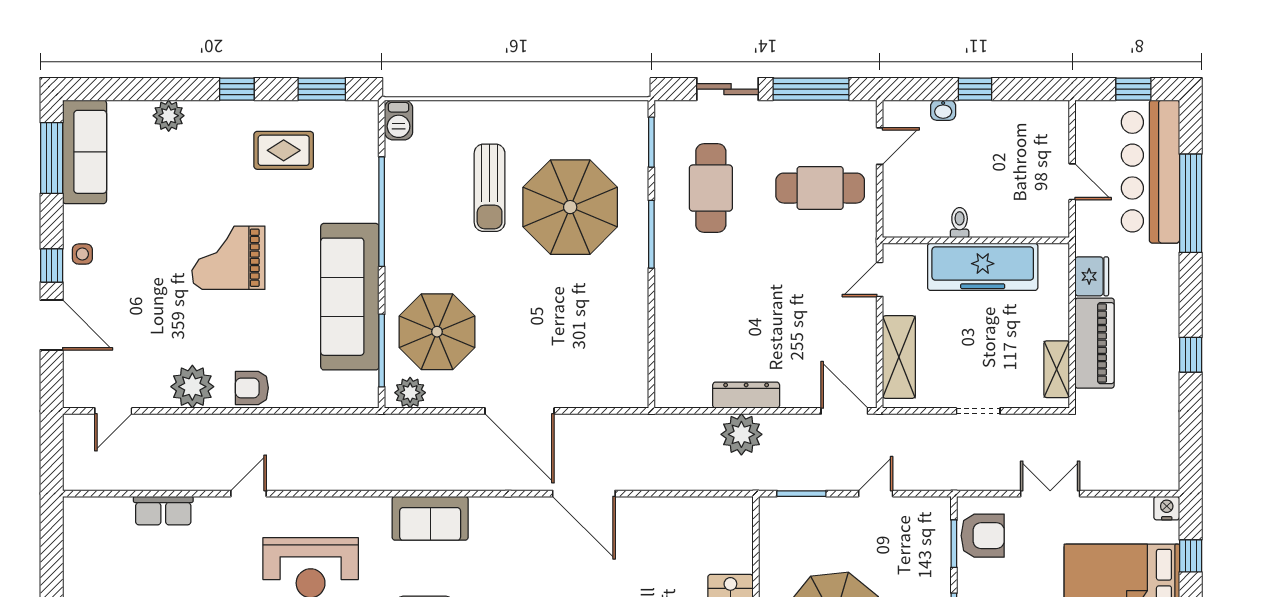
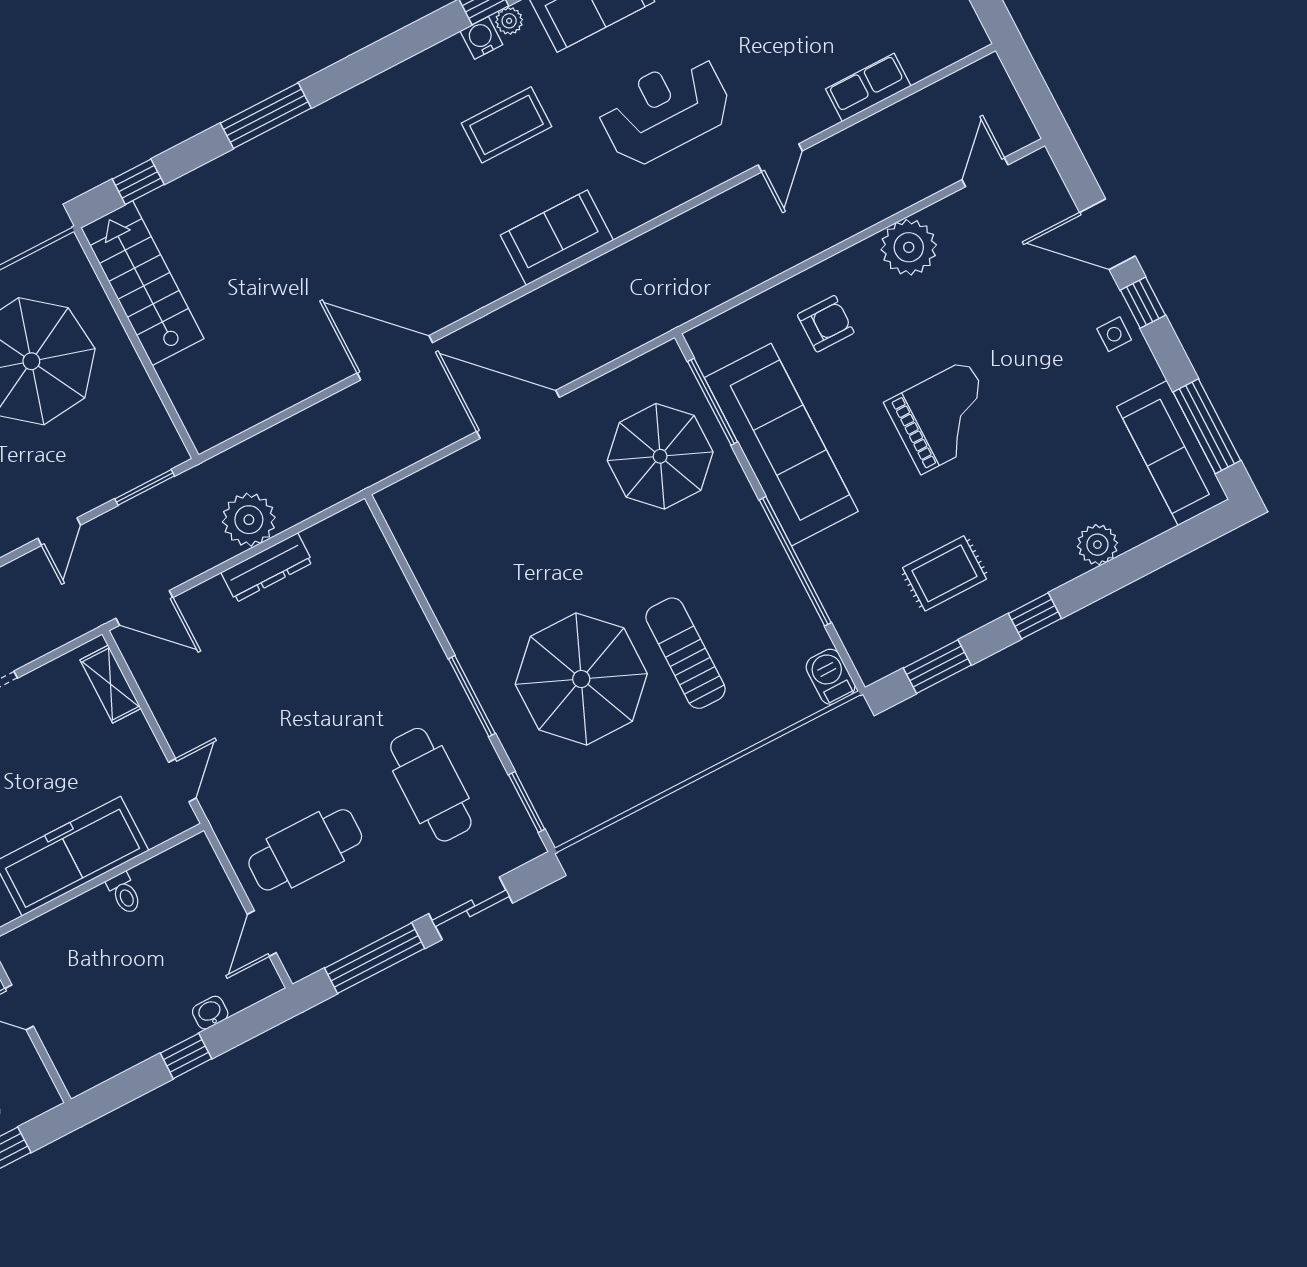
shelving: (899, 357) -> (110, 684), width x0.67, depth x0.75
armchair: (252, 388) -> (826, 324), moved
plant: (410, 393) -> (655, 370), removed

